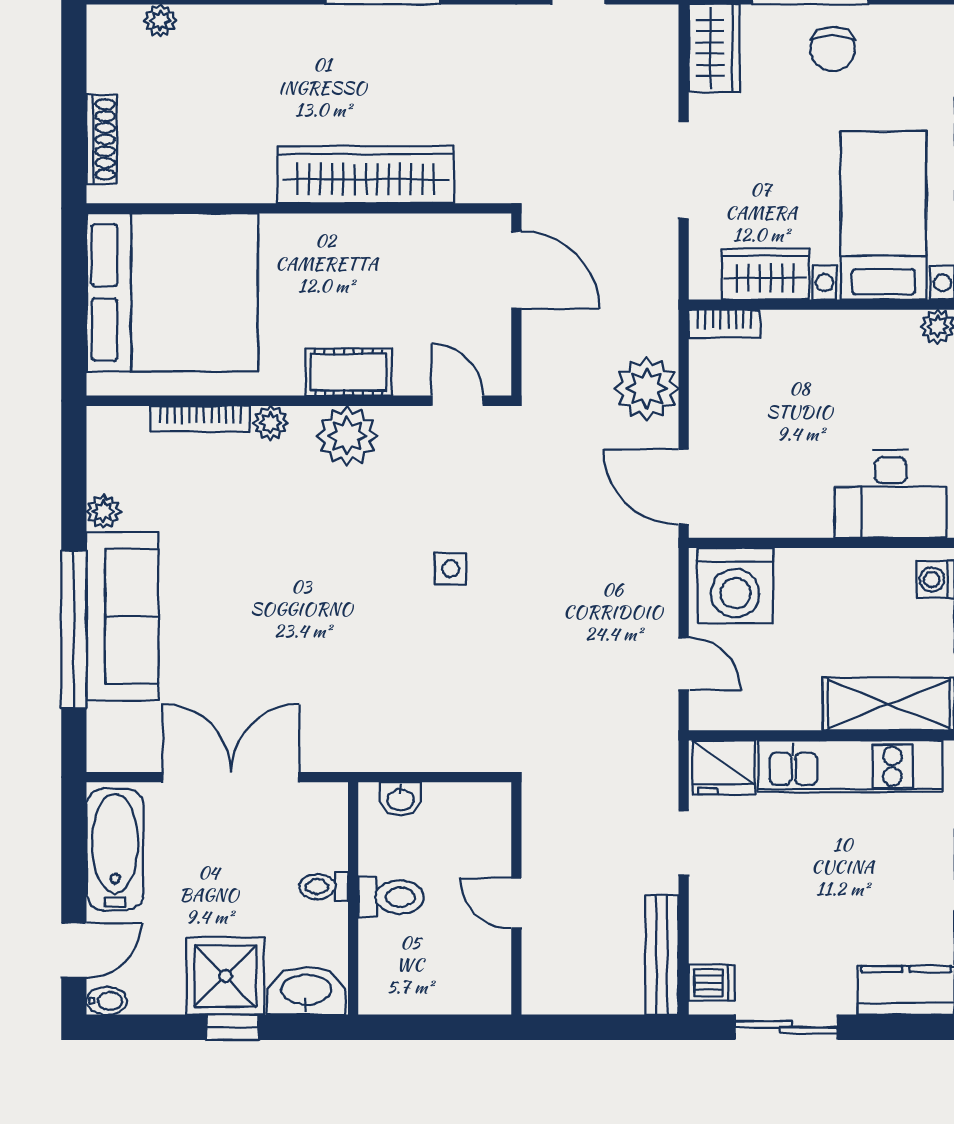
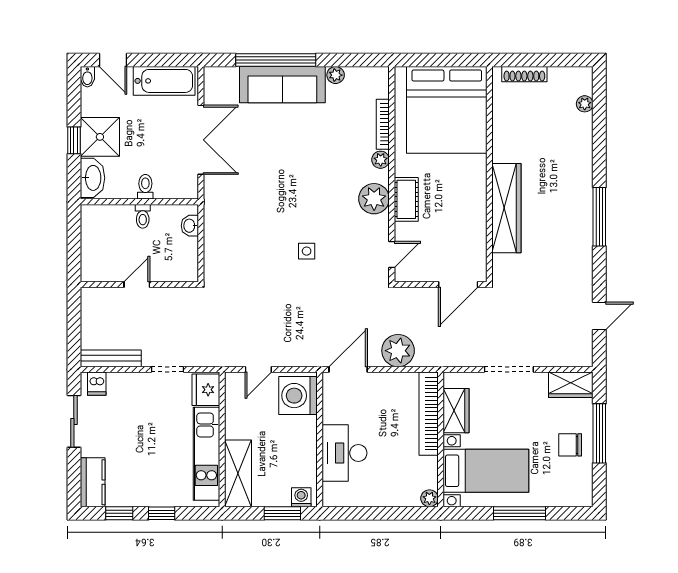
bookcase: (724, 324) -> (429, 414), width x2.31, depth x1.31
desk: (891, 494) -> (345, 453), moved
toilet: (391, 897) -> (143, 216), width x0.73, depth x0.72

